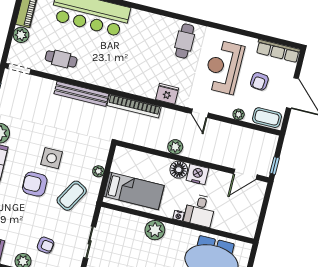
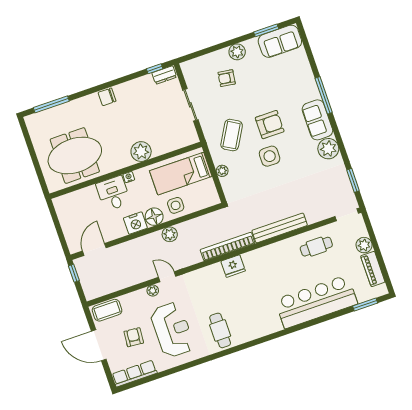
fridge: (167, 94) -> (233, 266), moved
plant: (239, 114) -> (153, 291), moved
side table: (155, 167) -> (176, 205), added

